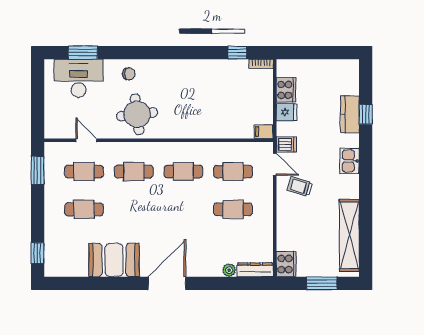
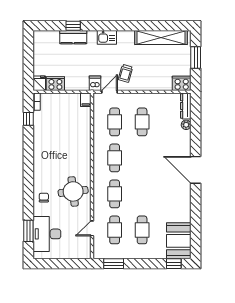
fridge: (286, 112) -> (39, 83), moved
booth: (114, 260) -> (179, 241), moved

